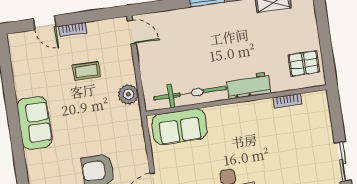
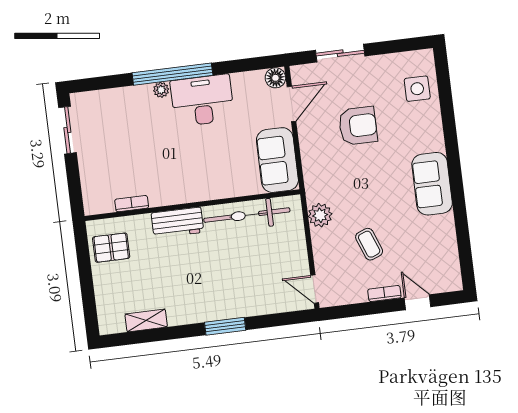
coffee table: (87, 71) -> (369, 244), turned 69
sofa: (179, 127) -> (277, 160), moved, turned -90

